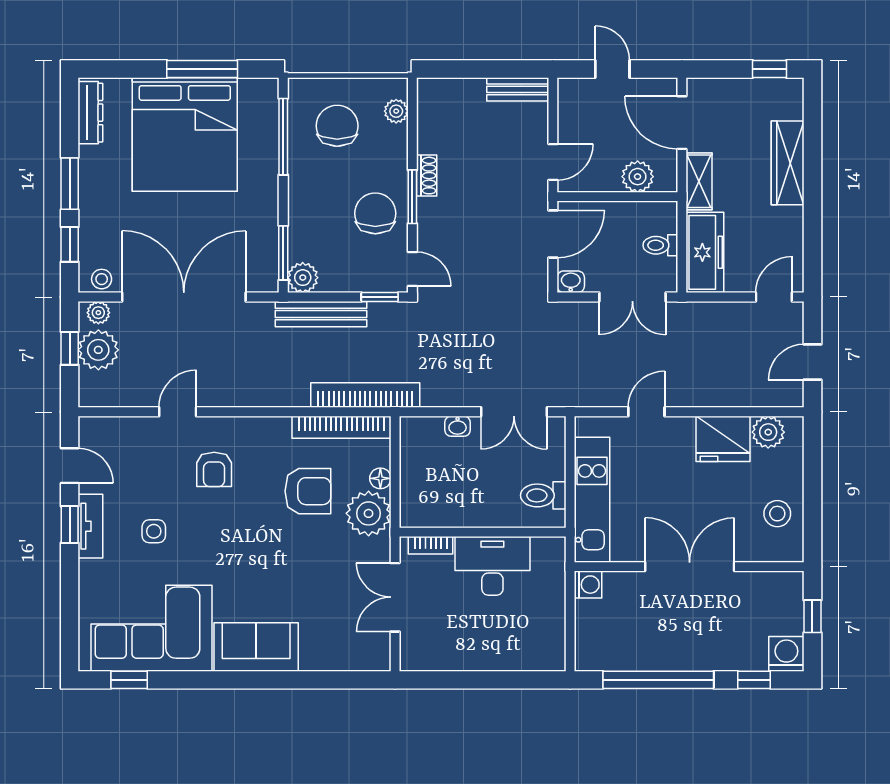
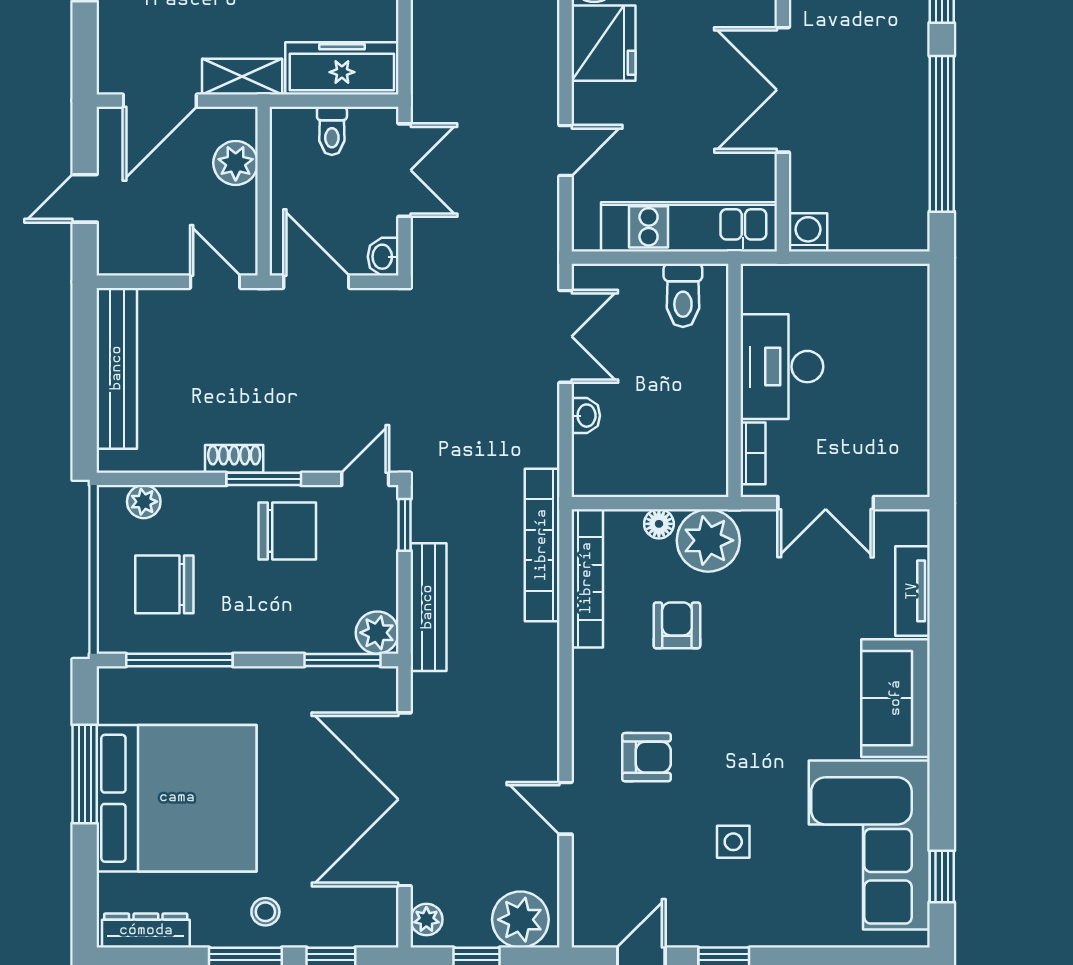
bench: (518, 89) -> (117, 368), width x1.86, depth x1.21
chair: (375, 213) -> (287, 531), turned 180
stool: (102, 279) -> (265, 912), moved
plant: (98, 350) -> (520, 920), moved
door: (646, 412) -> (565, 151), swing flipped
armchair: (308, 491) -> (677, 625), width x0.72, depth x0.72
tv unit: (90, 526) -> (913, 591), moved, turned -90

